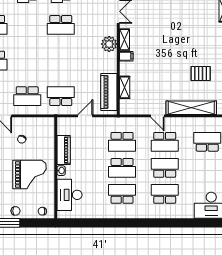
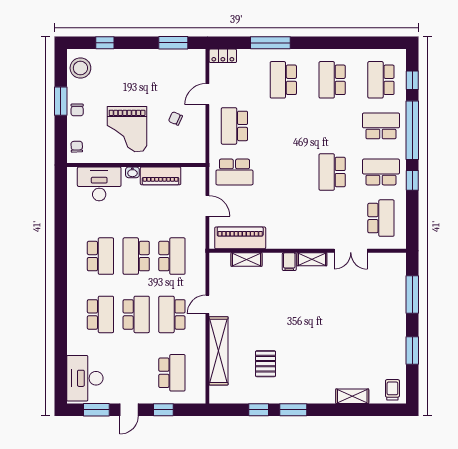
plant: (109, 44) -> (306, 238), removed
school desk: (61, 96) -> (234, 172), turned 90
school desk: (122, 142) -> (172, 256), turned 180

